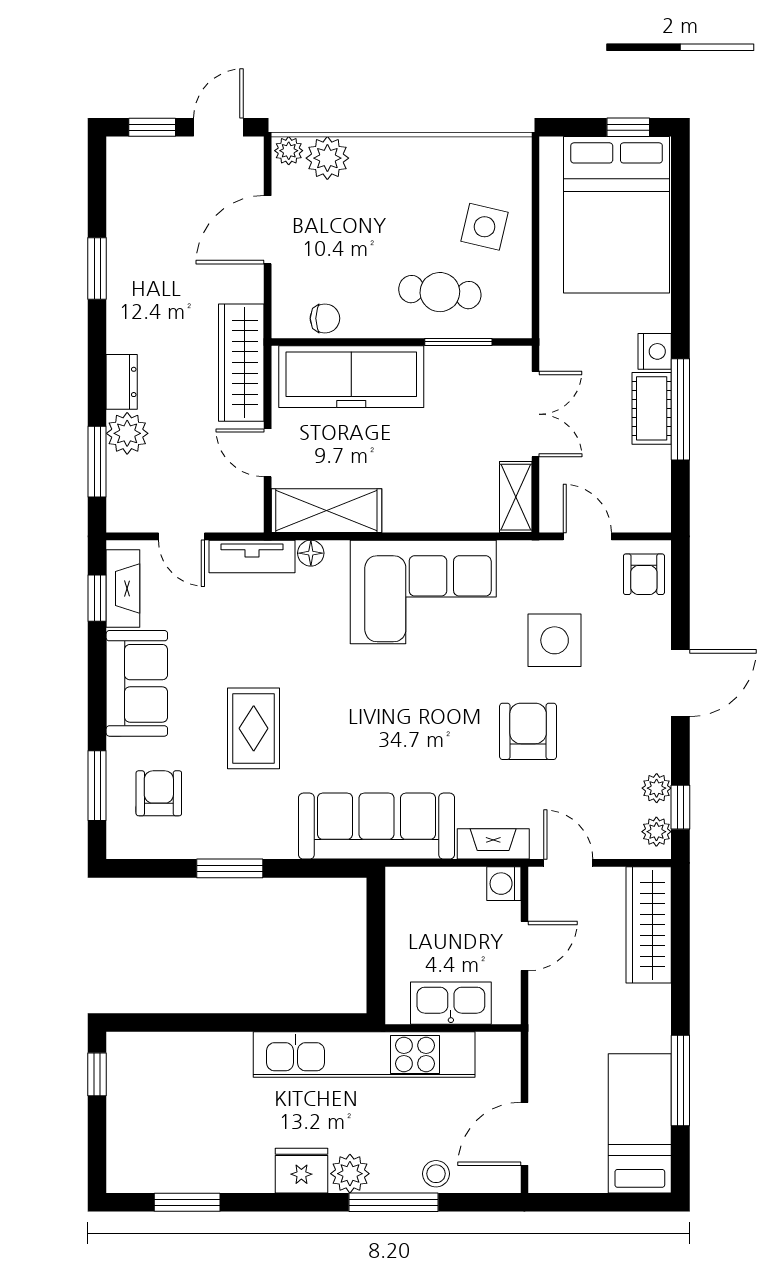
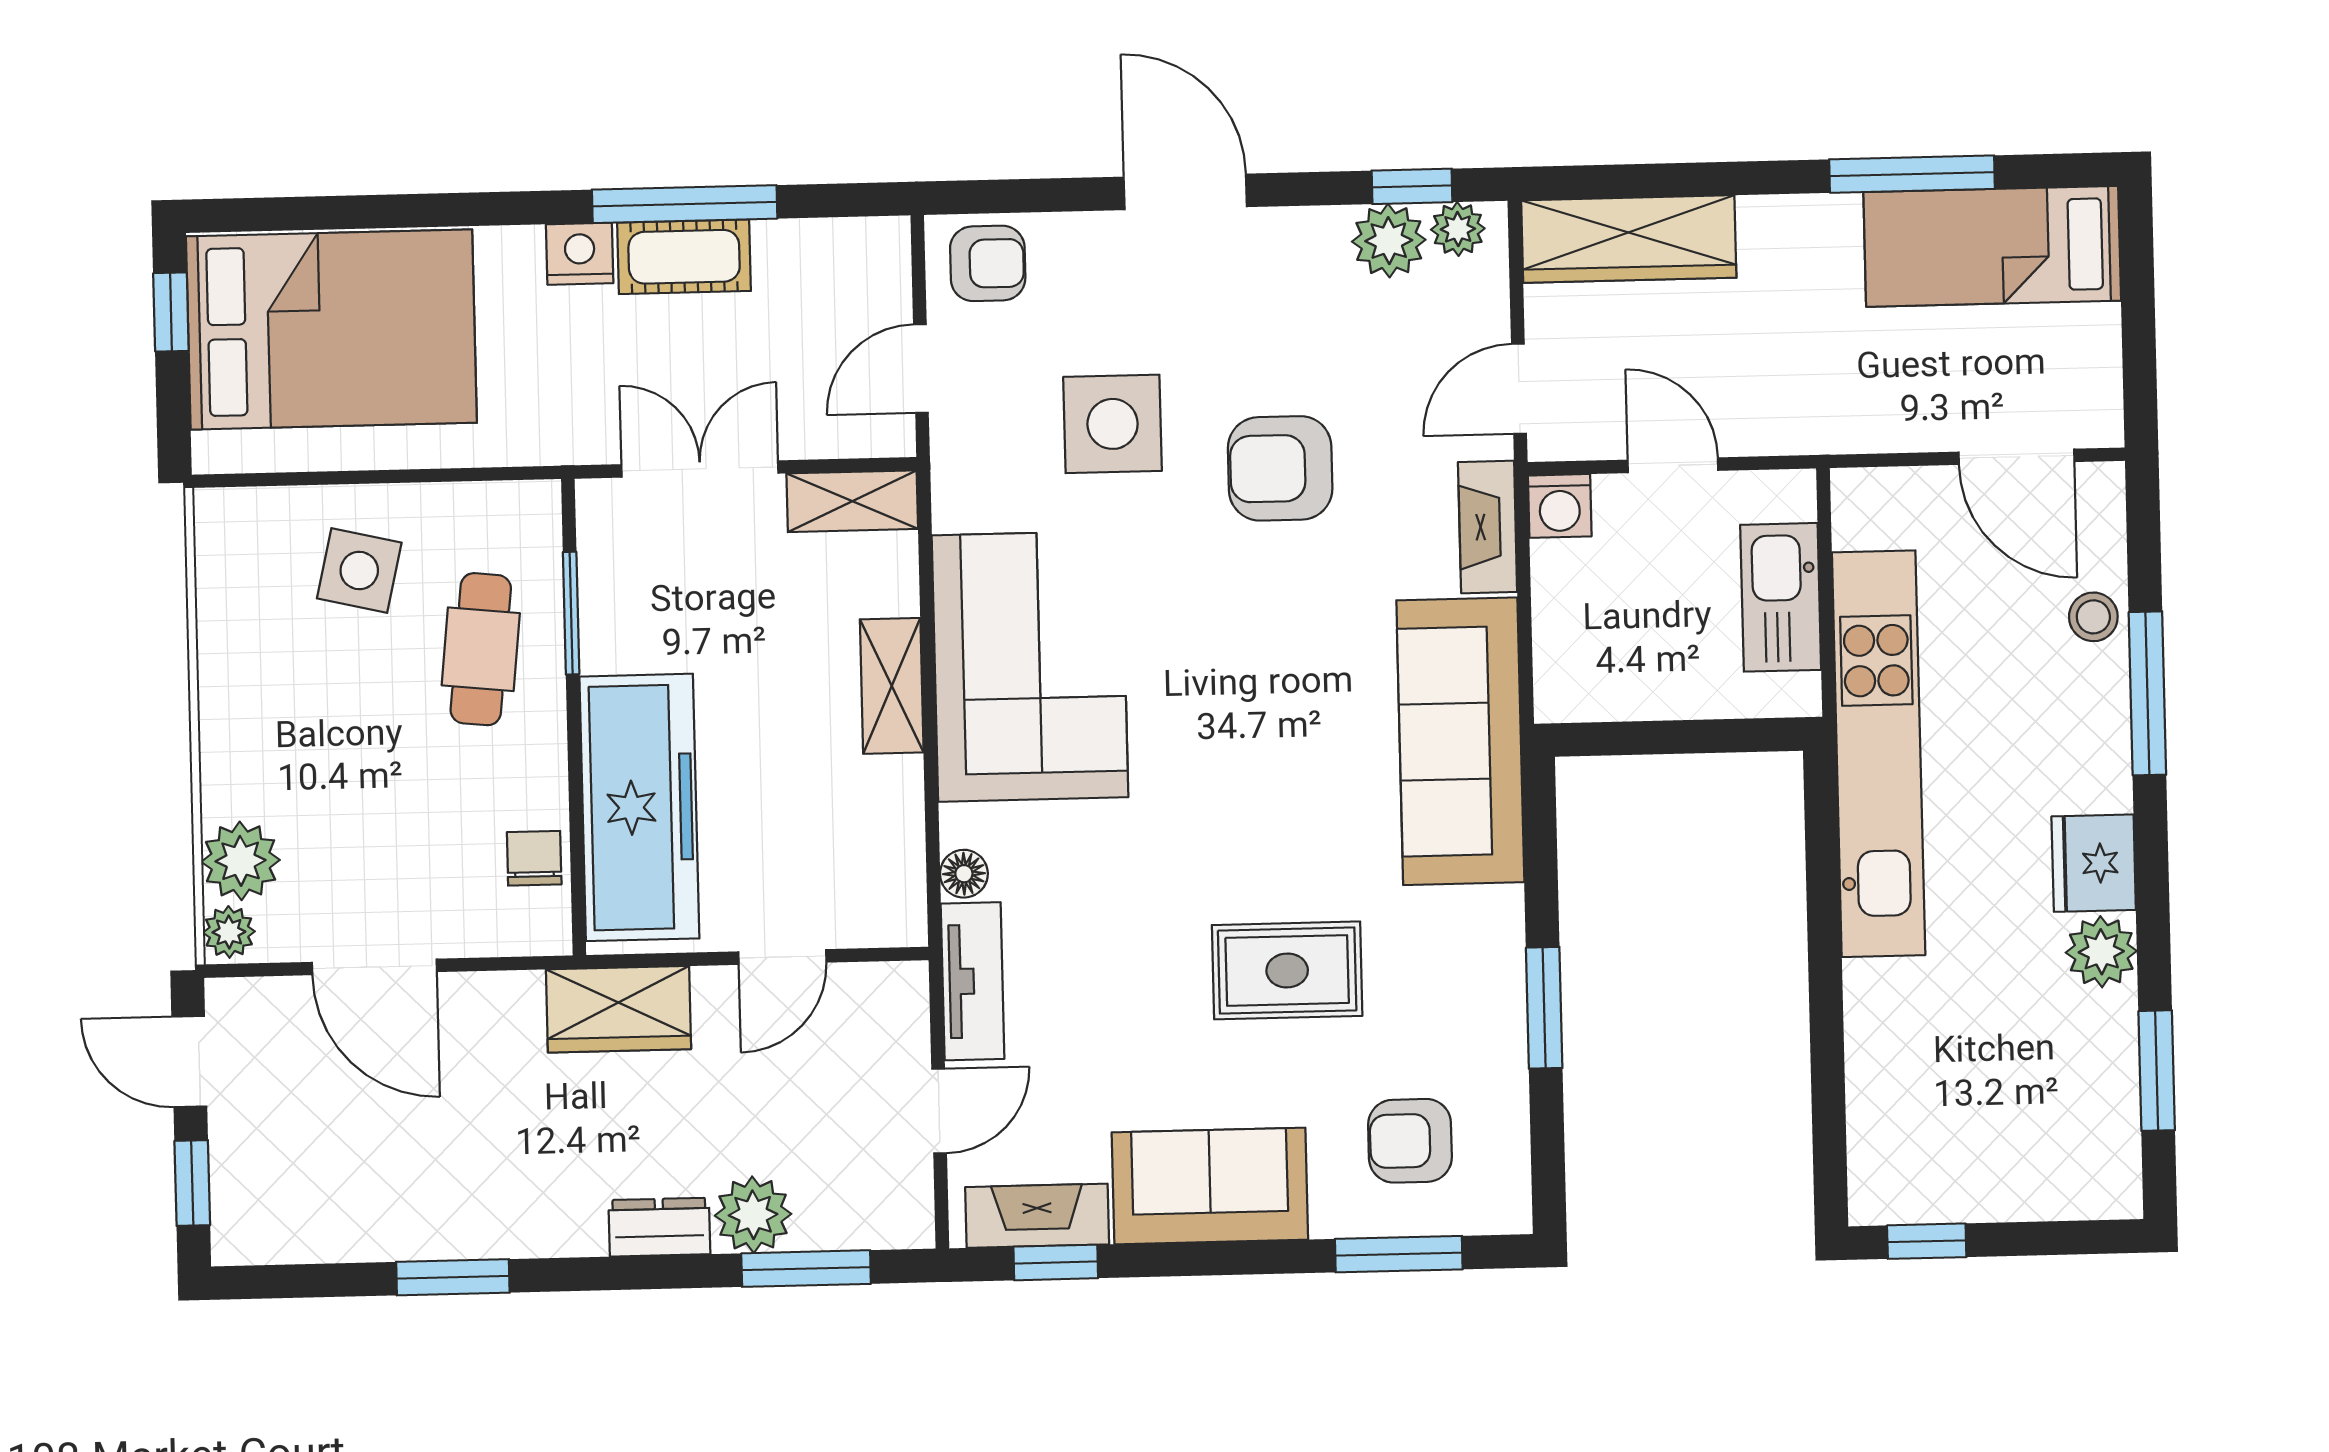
wardrobe: (241, 363) -> (618, 1009), width x0.67
shelving: (326, 511) -> (892, 686), moved, width x0.67, depth x0.75
plant: (657, 788) -> (1389, 241), width x1.38, depth x1.38
plant: (350, 1174) -> (2101, 952), moved

